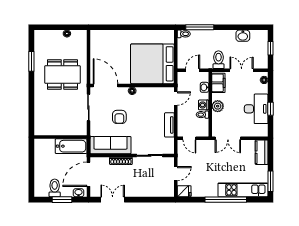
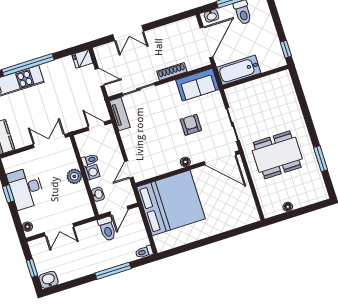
window: (200, 27) -> (113, 271), moved
washbasin: (243, 36) -> (49, 280), moved
toilet: (218, 60) -> (107, 229), moved
filing cabinet: (218, 83) -> (83, 205), removed
tv unit: (169, 125) -> (120, 114), moved
sofa: (111, 145) -> (197, 85), width x0.73
window: (31, 151) -> (286, 49), added
door: (176, 174) -> (100, 77), swing flipped
double door: (113, 200) -> (128, 33), moved

